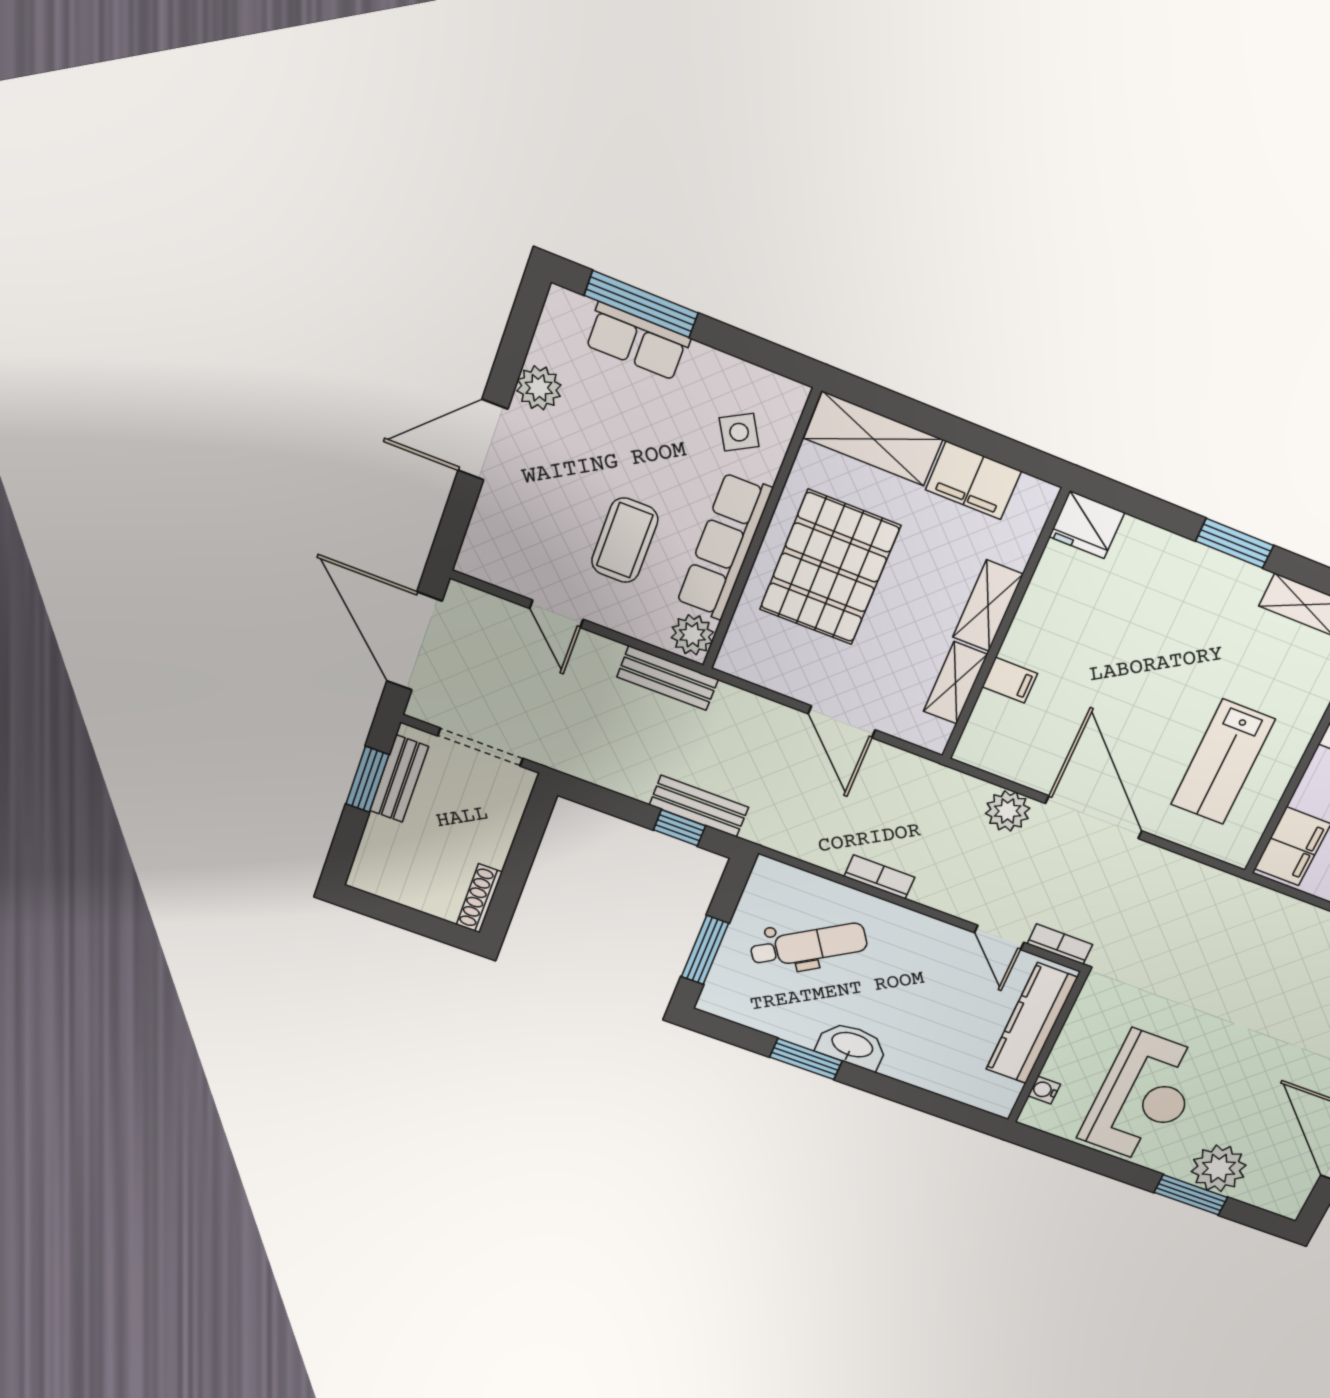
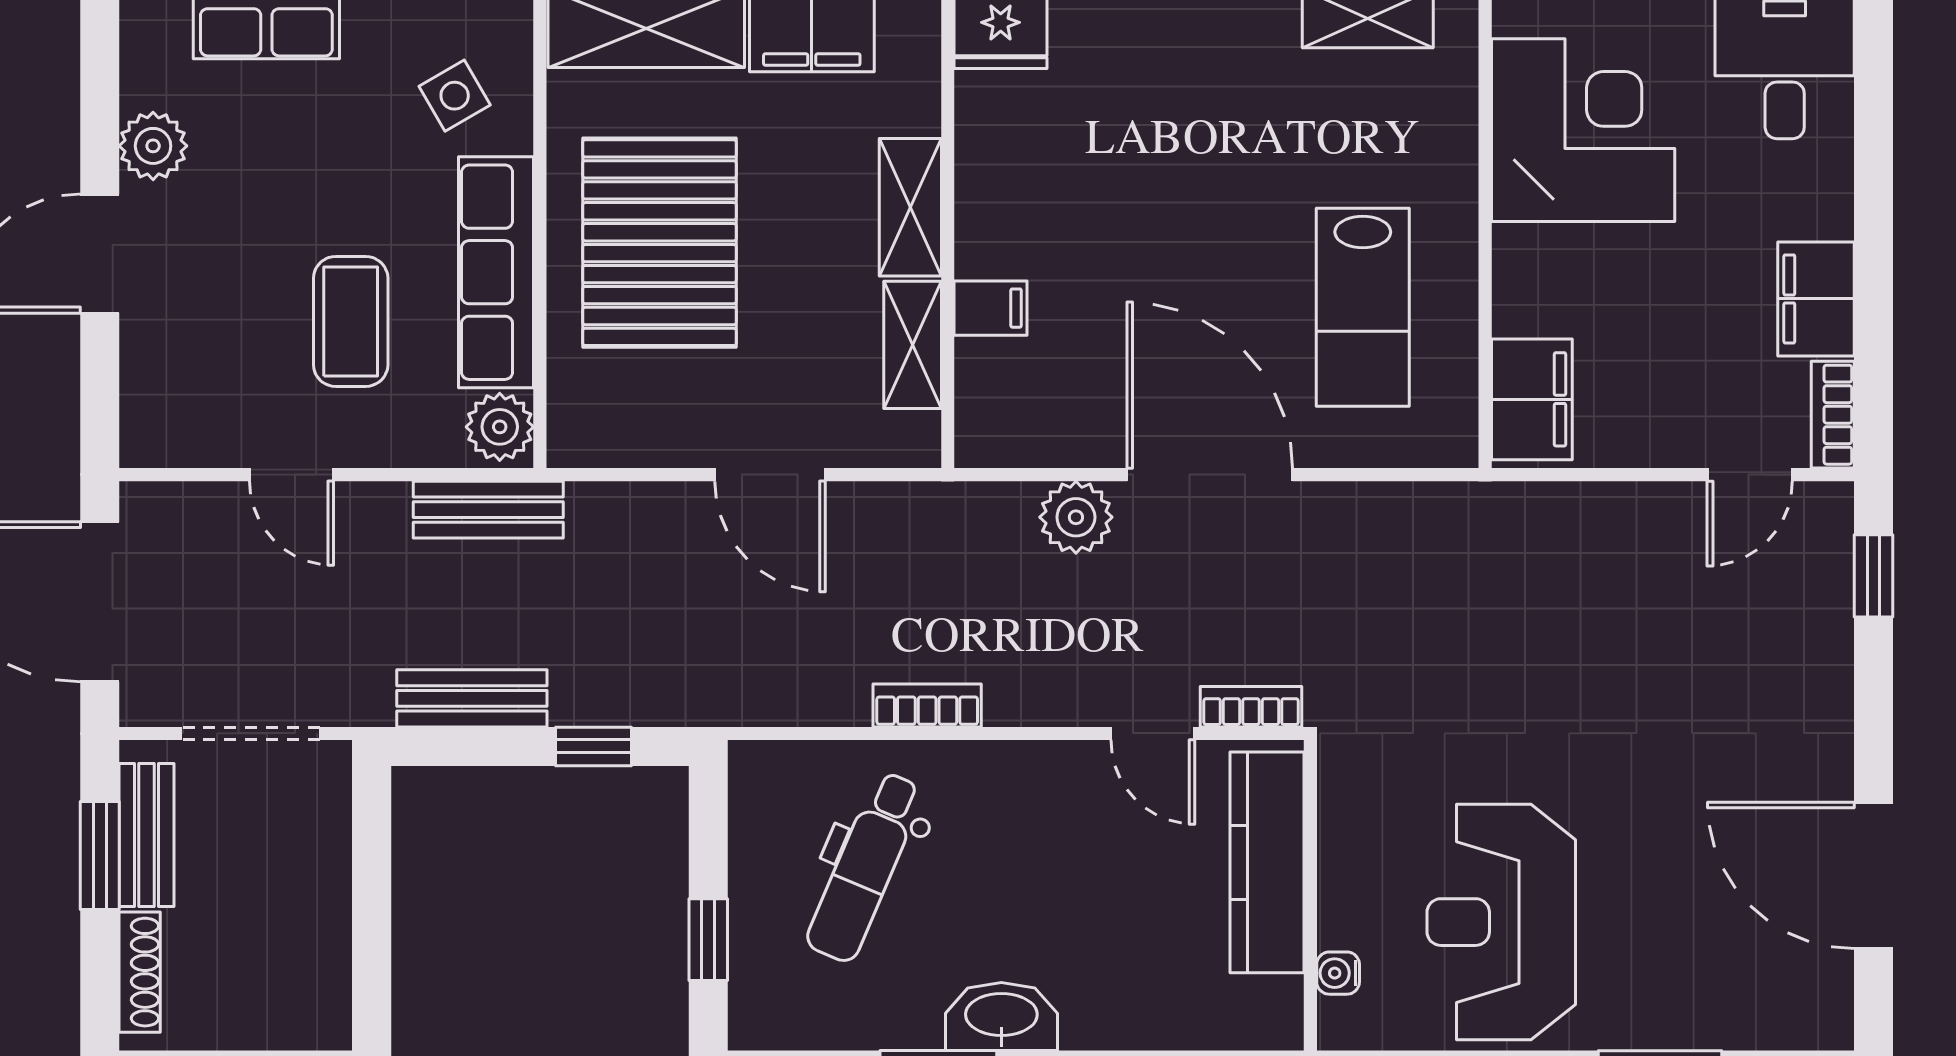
bench: (699, 806) -> (472, 698), moved
shoe rack: (479, 898) -> (140, 972), moved, turned 180
dental chair: (809, 945) -> (865, 867), turned 146
window: (705, 950) -> (708, 940), width x0.67
reception desk: (1143, 1097) -> (1501, 922), turned 180
plant: (1219, 1168) -> (1682, 1003), removed

